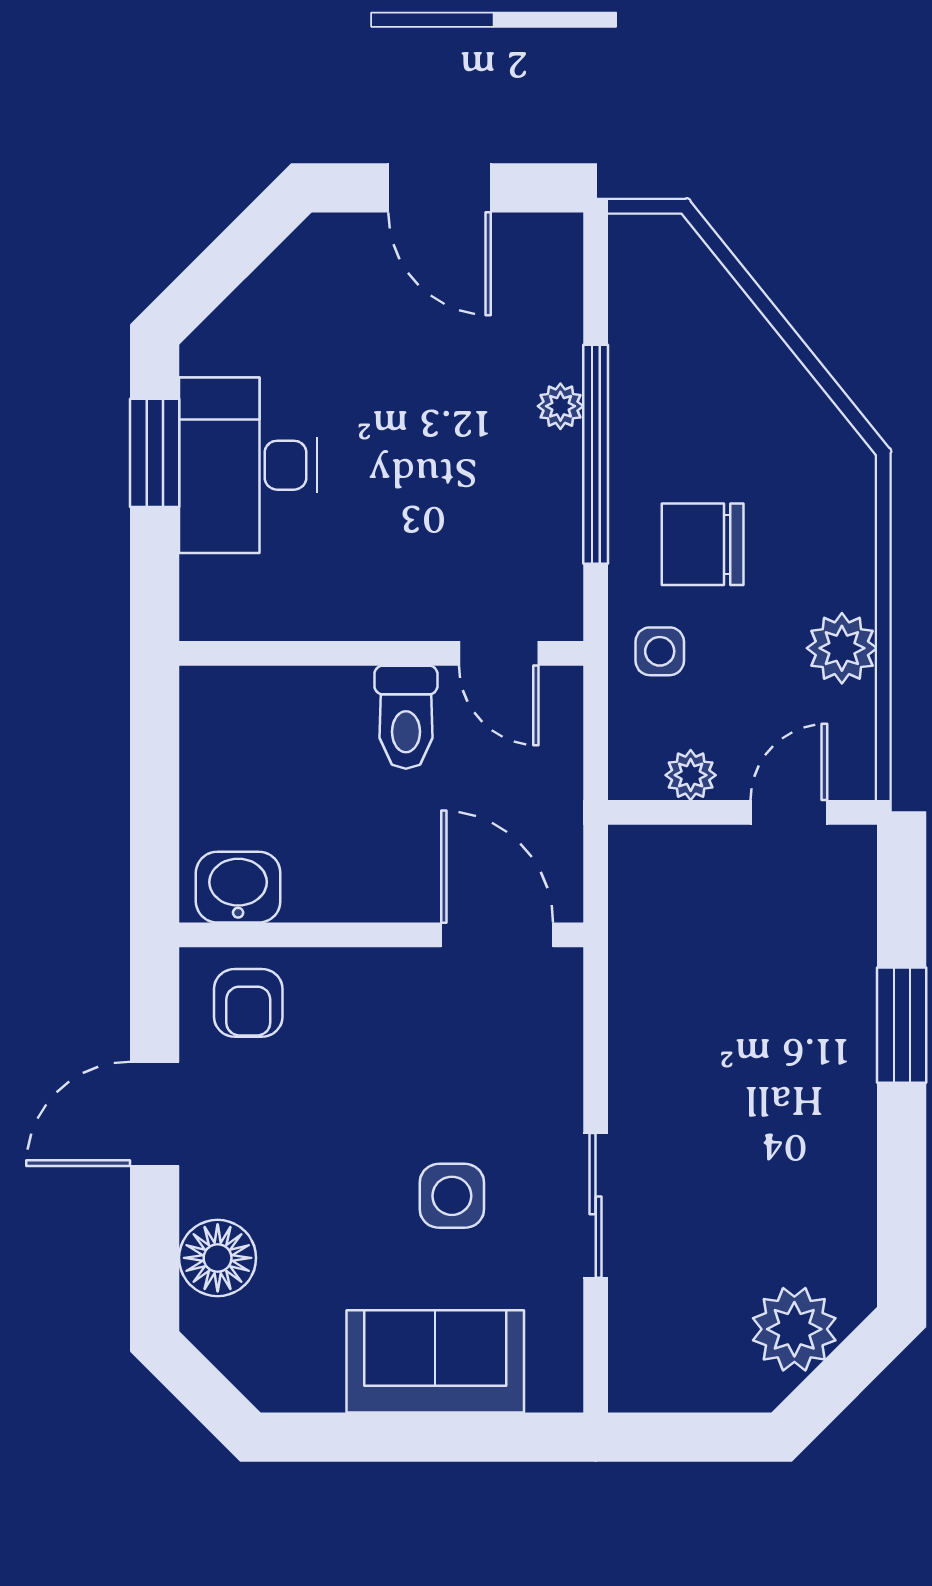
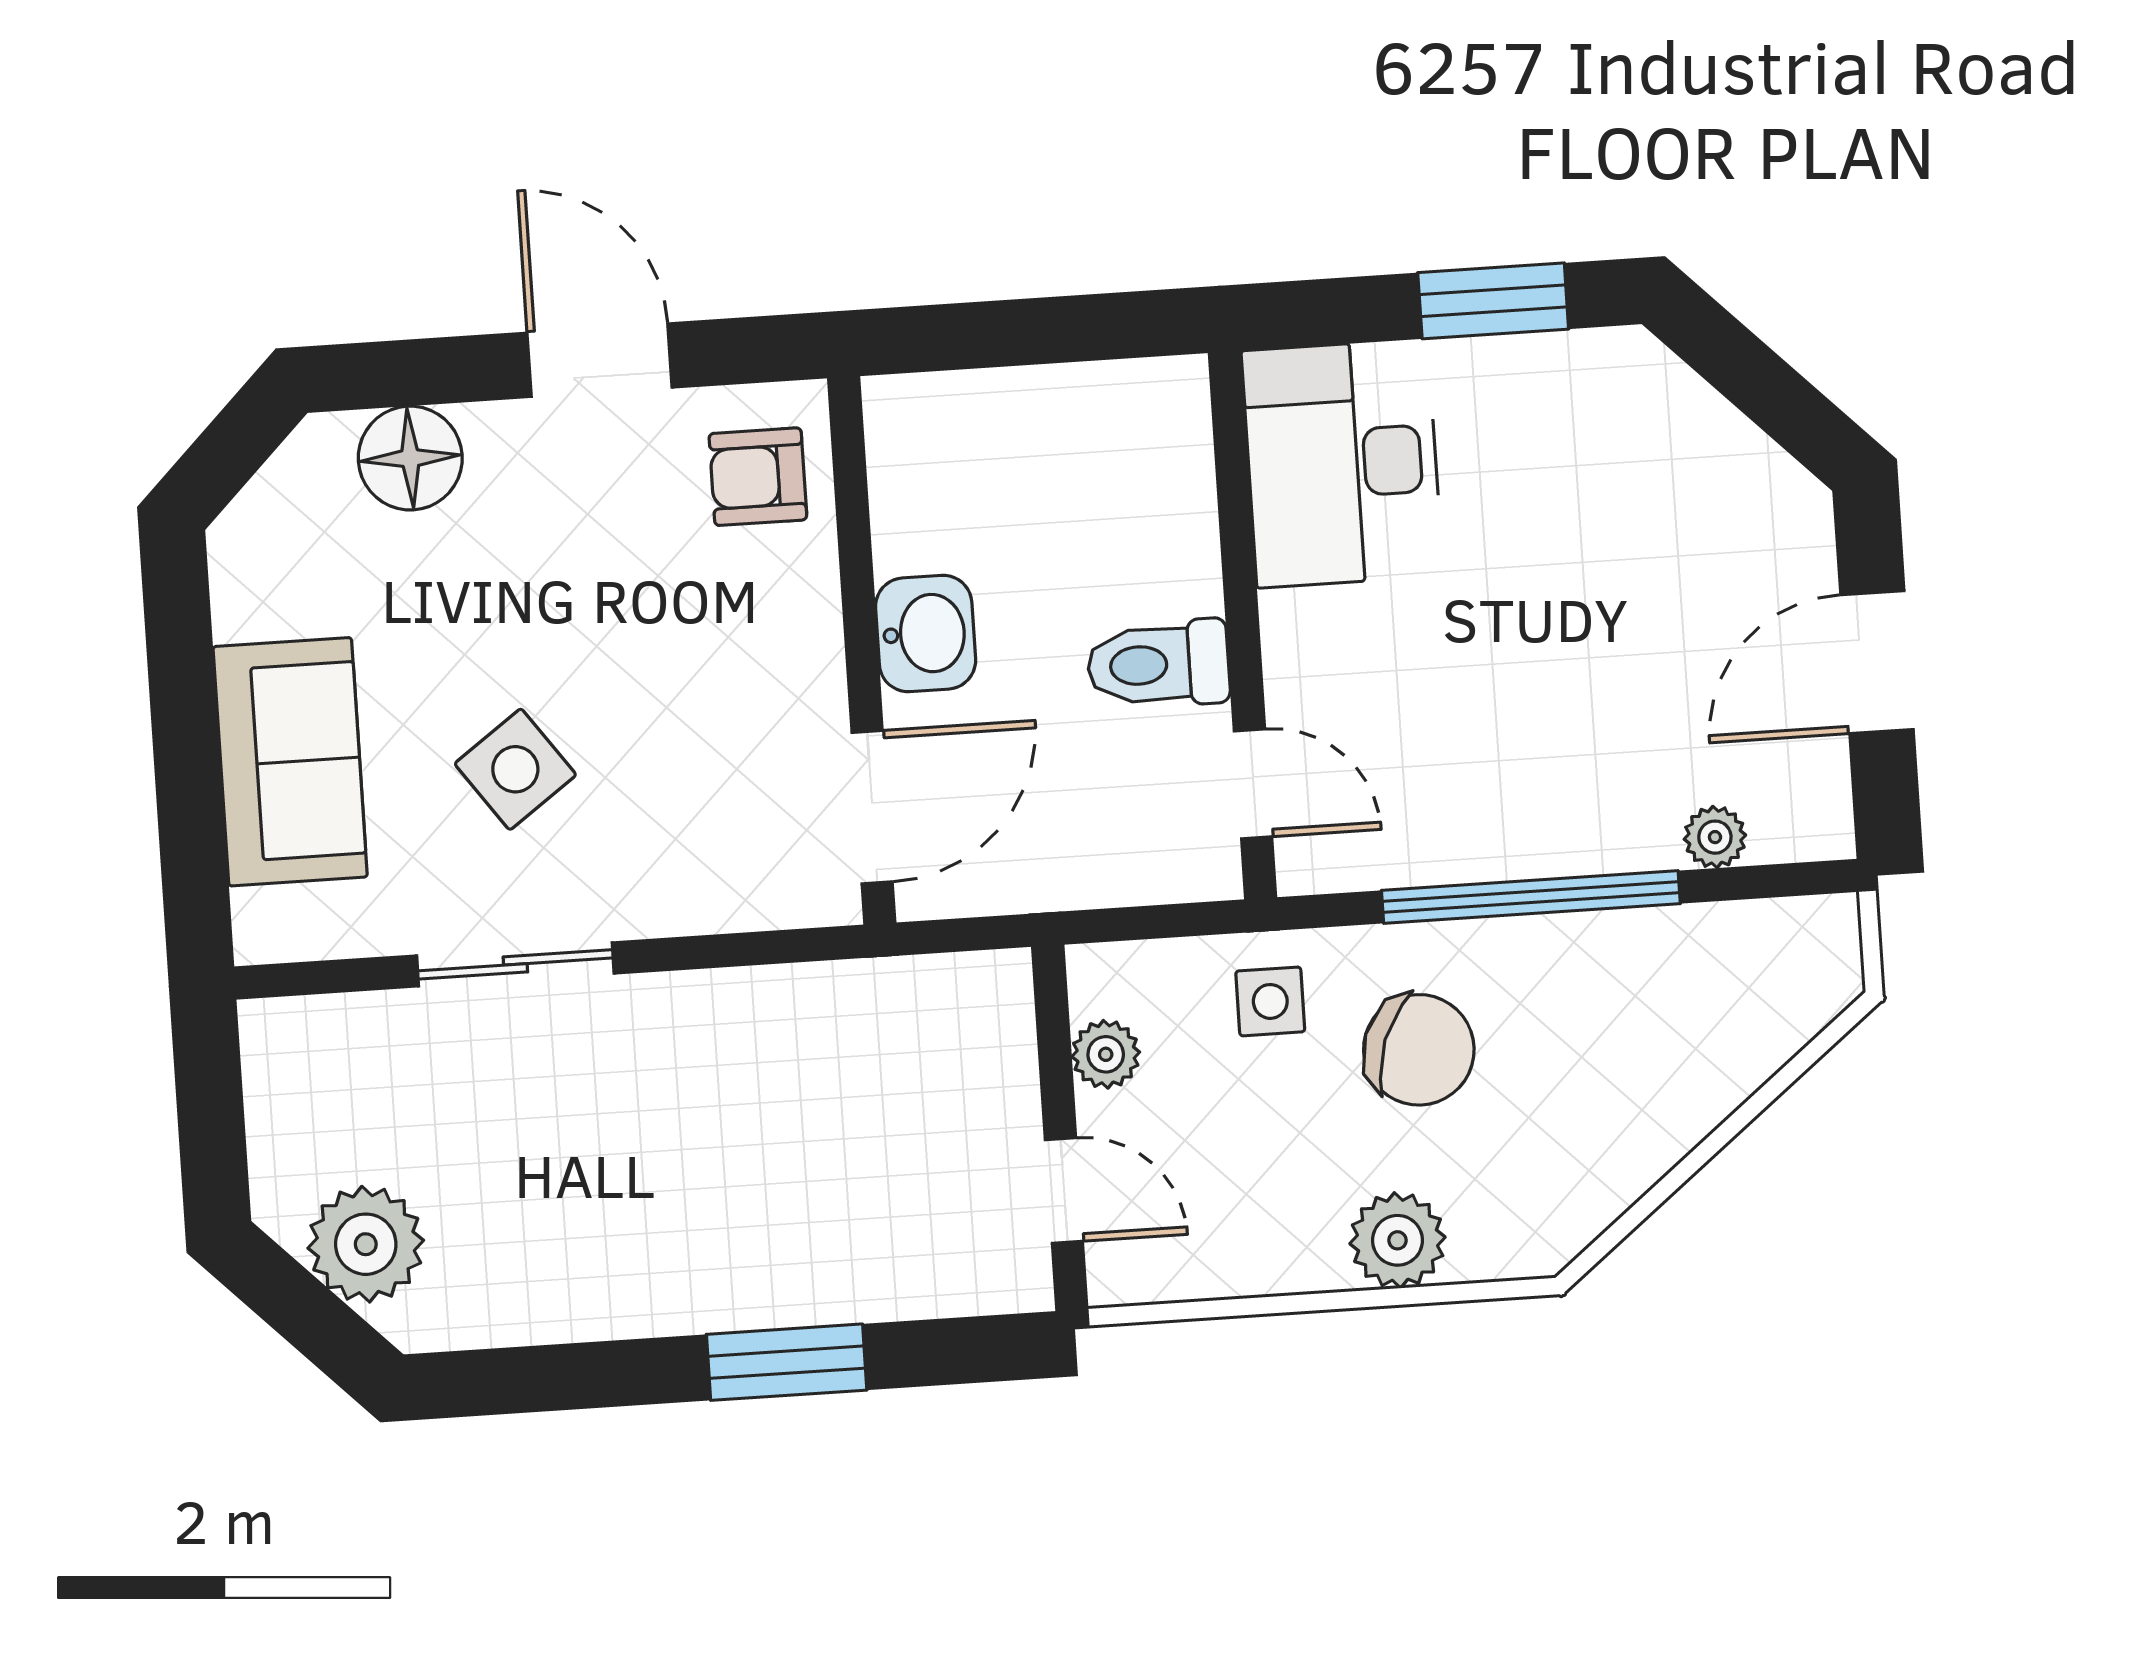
plant: (560, 406) -> (1715, 837), moved
desk: (248, 465) -> (1342, 463), moved, turned -90
chair: (703, 544) -> (1419, 1050), turned 110
plant: (842, 648) -> (1398, 1240), moved
door: (499, 653) -> (1253, 784), swing flipped
washbasin: (238, 887) -> (926, 633), moved
side table: (452, 1196) -> (515, 769), turned -36

